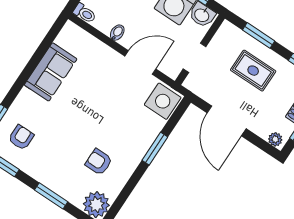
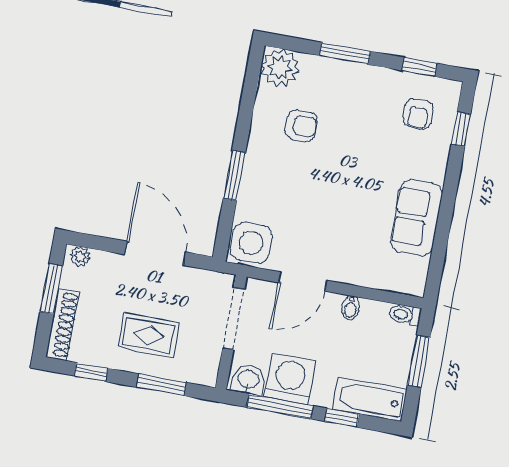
doorway: (195, 58) -> (234, 319), width x1.38

